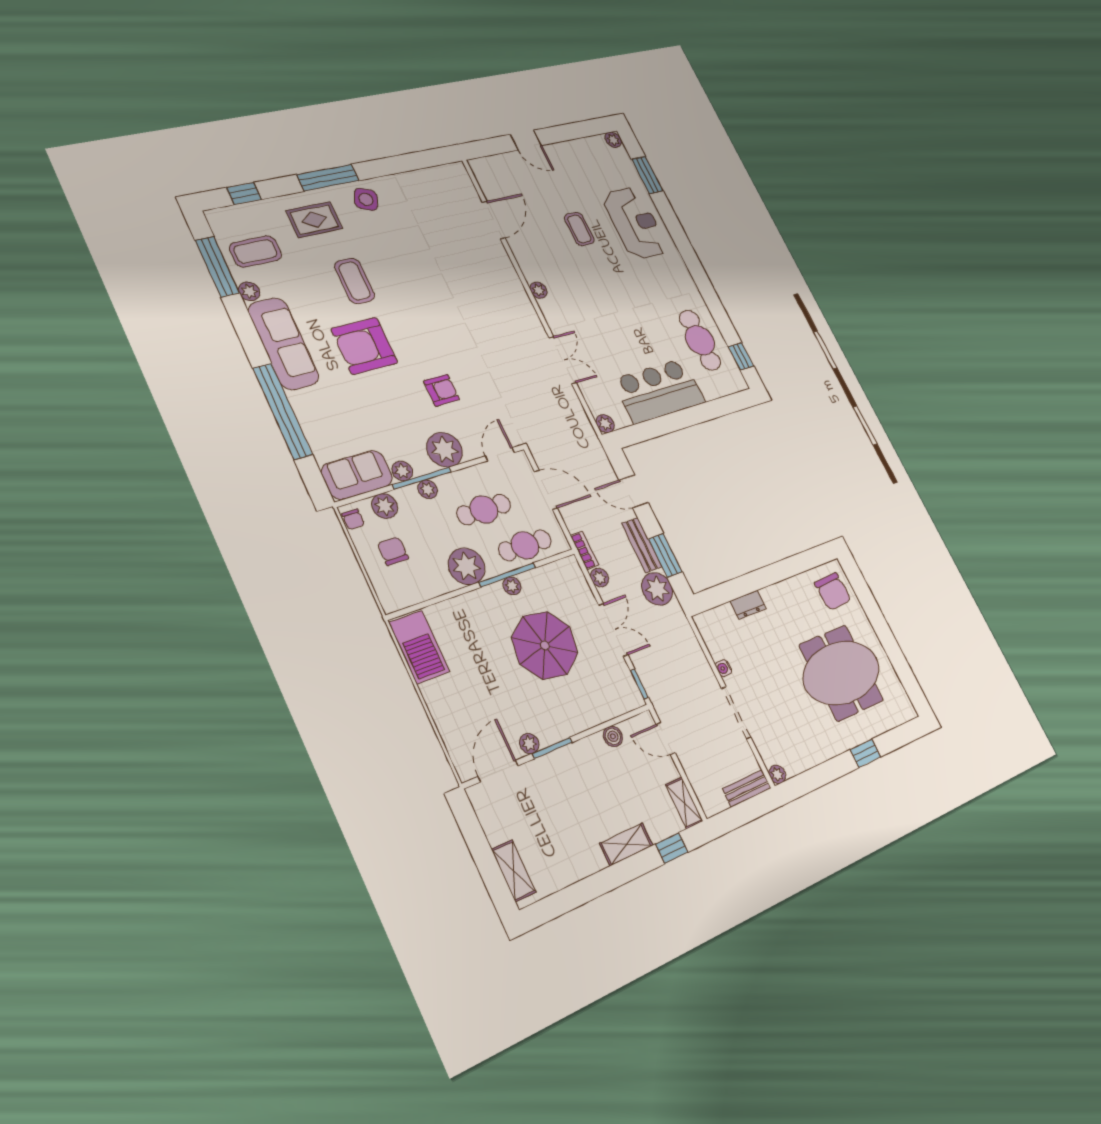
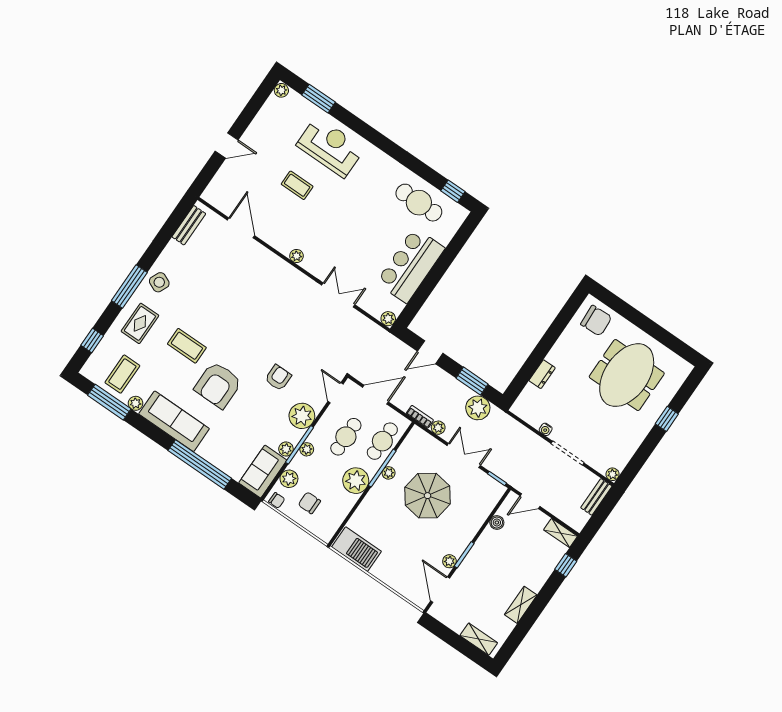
bench: (642, 545) -> (189, 225), moved, turned 90
shelving: (626, 844) -> (521, 605), moved

